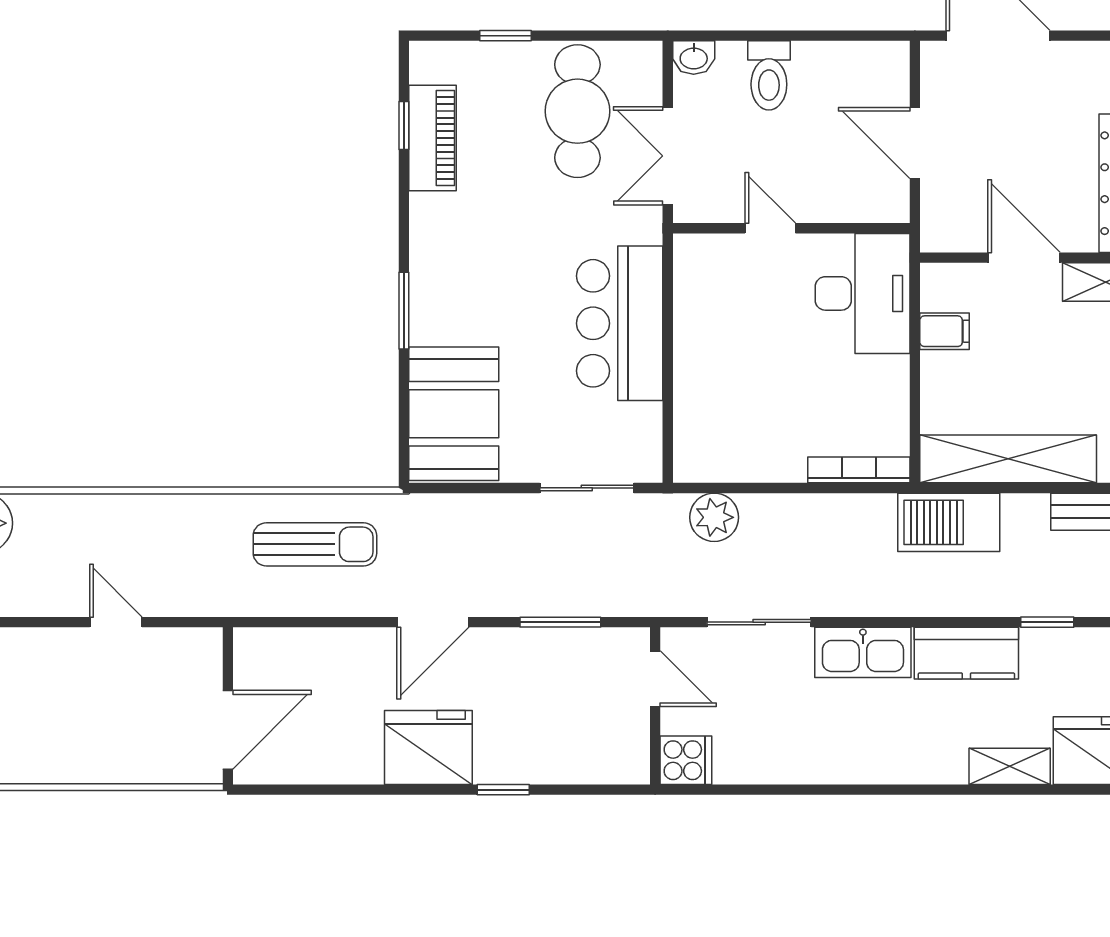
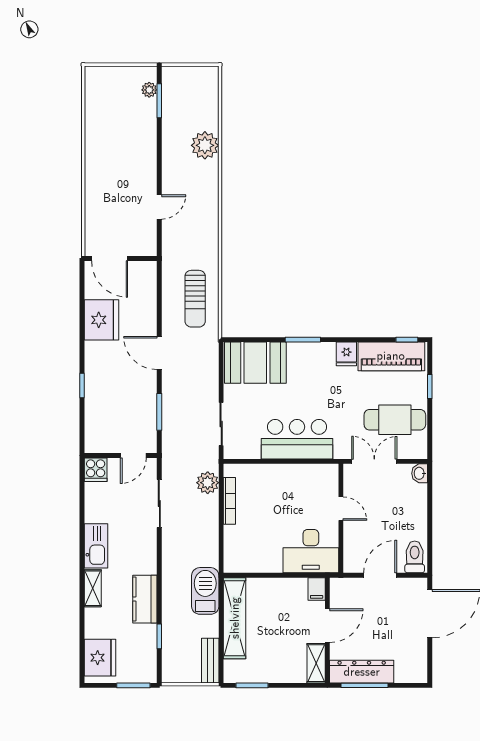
toilet: (769, 75) -> (415, 557), moved, turned 90
window: (404, 125) -> (407, 340), moved
piano: (432, 138) -> (391, 356), width x1.37, depth x1.33
fridge: (435, 216) -> (346, 354), added
door: (770, 228) -> (341, 509), hinge flipped
filing cabinet: (944, 331) -> (317, 589), moved
bookcase: (859, 470) -> (229, 501), moved
kitchen sink: (863, 652) -> (96, 546), moved, turned 180
fridge: (428, 748) -> (101, 320), moved
shelving: (1010, 766) -> (93, 588), moved

